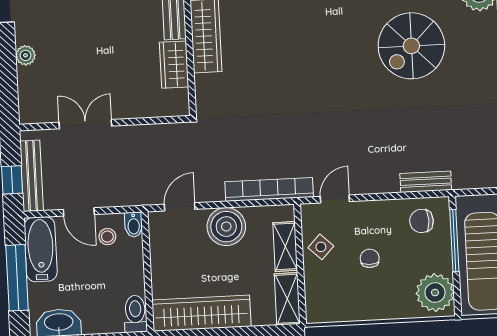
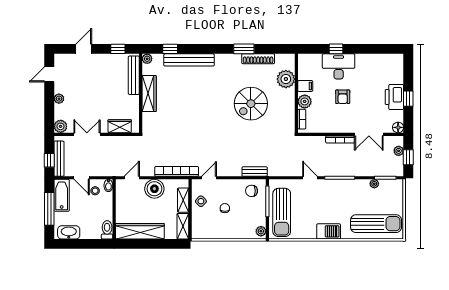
wardrobe: (174, 65) -> (120, 126), moved, turned 90
plant: (31, 111) -> (61, 126), added
plant: (435, 293) -> (261, 231), width x0.53, depth x0.53

